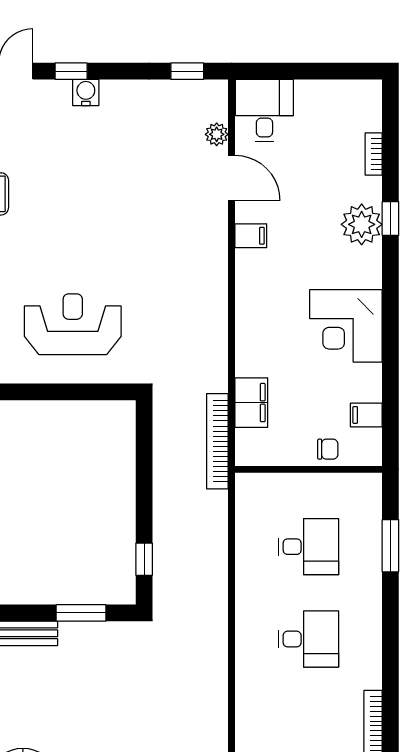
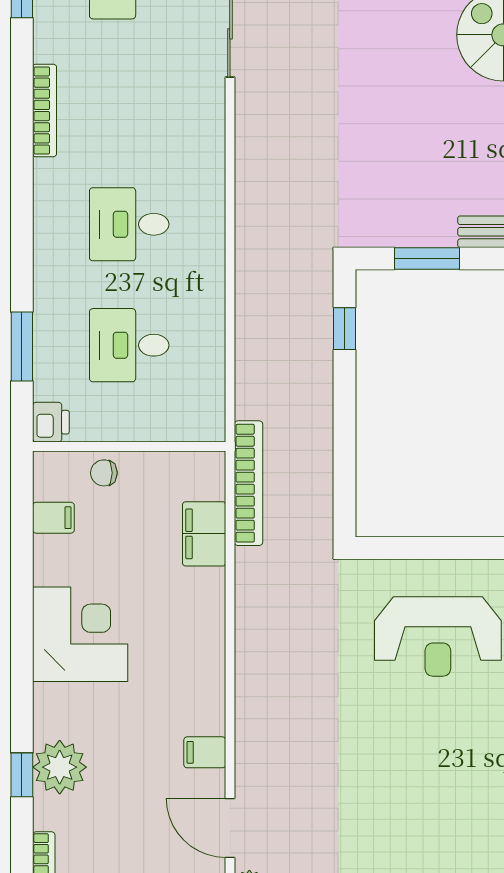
printer: (368, 488) -> (51, 422), added

